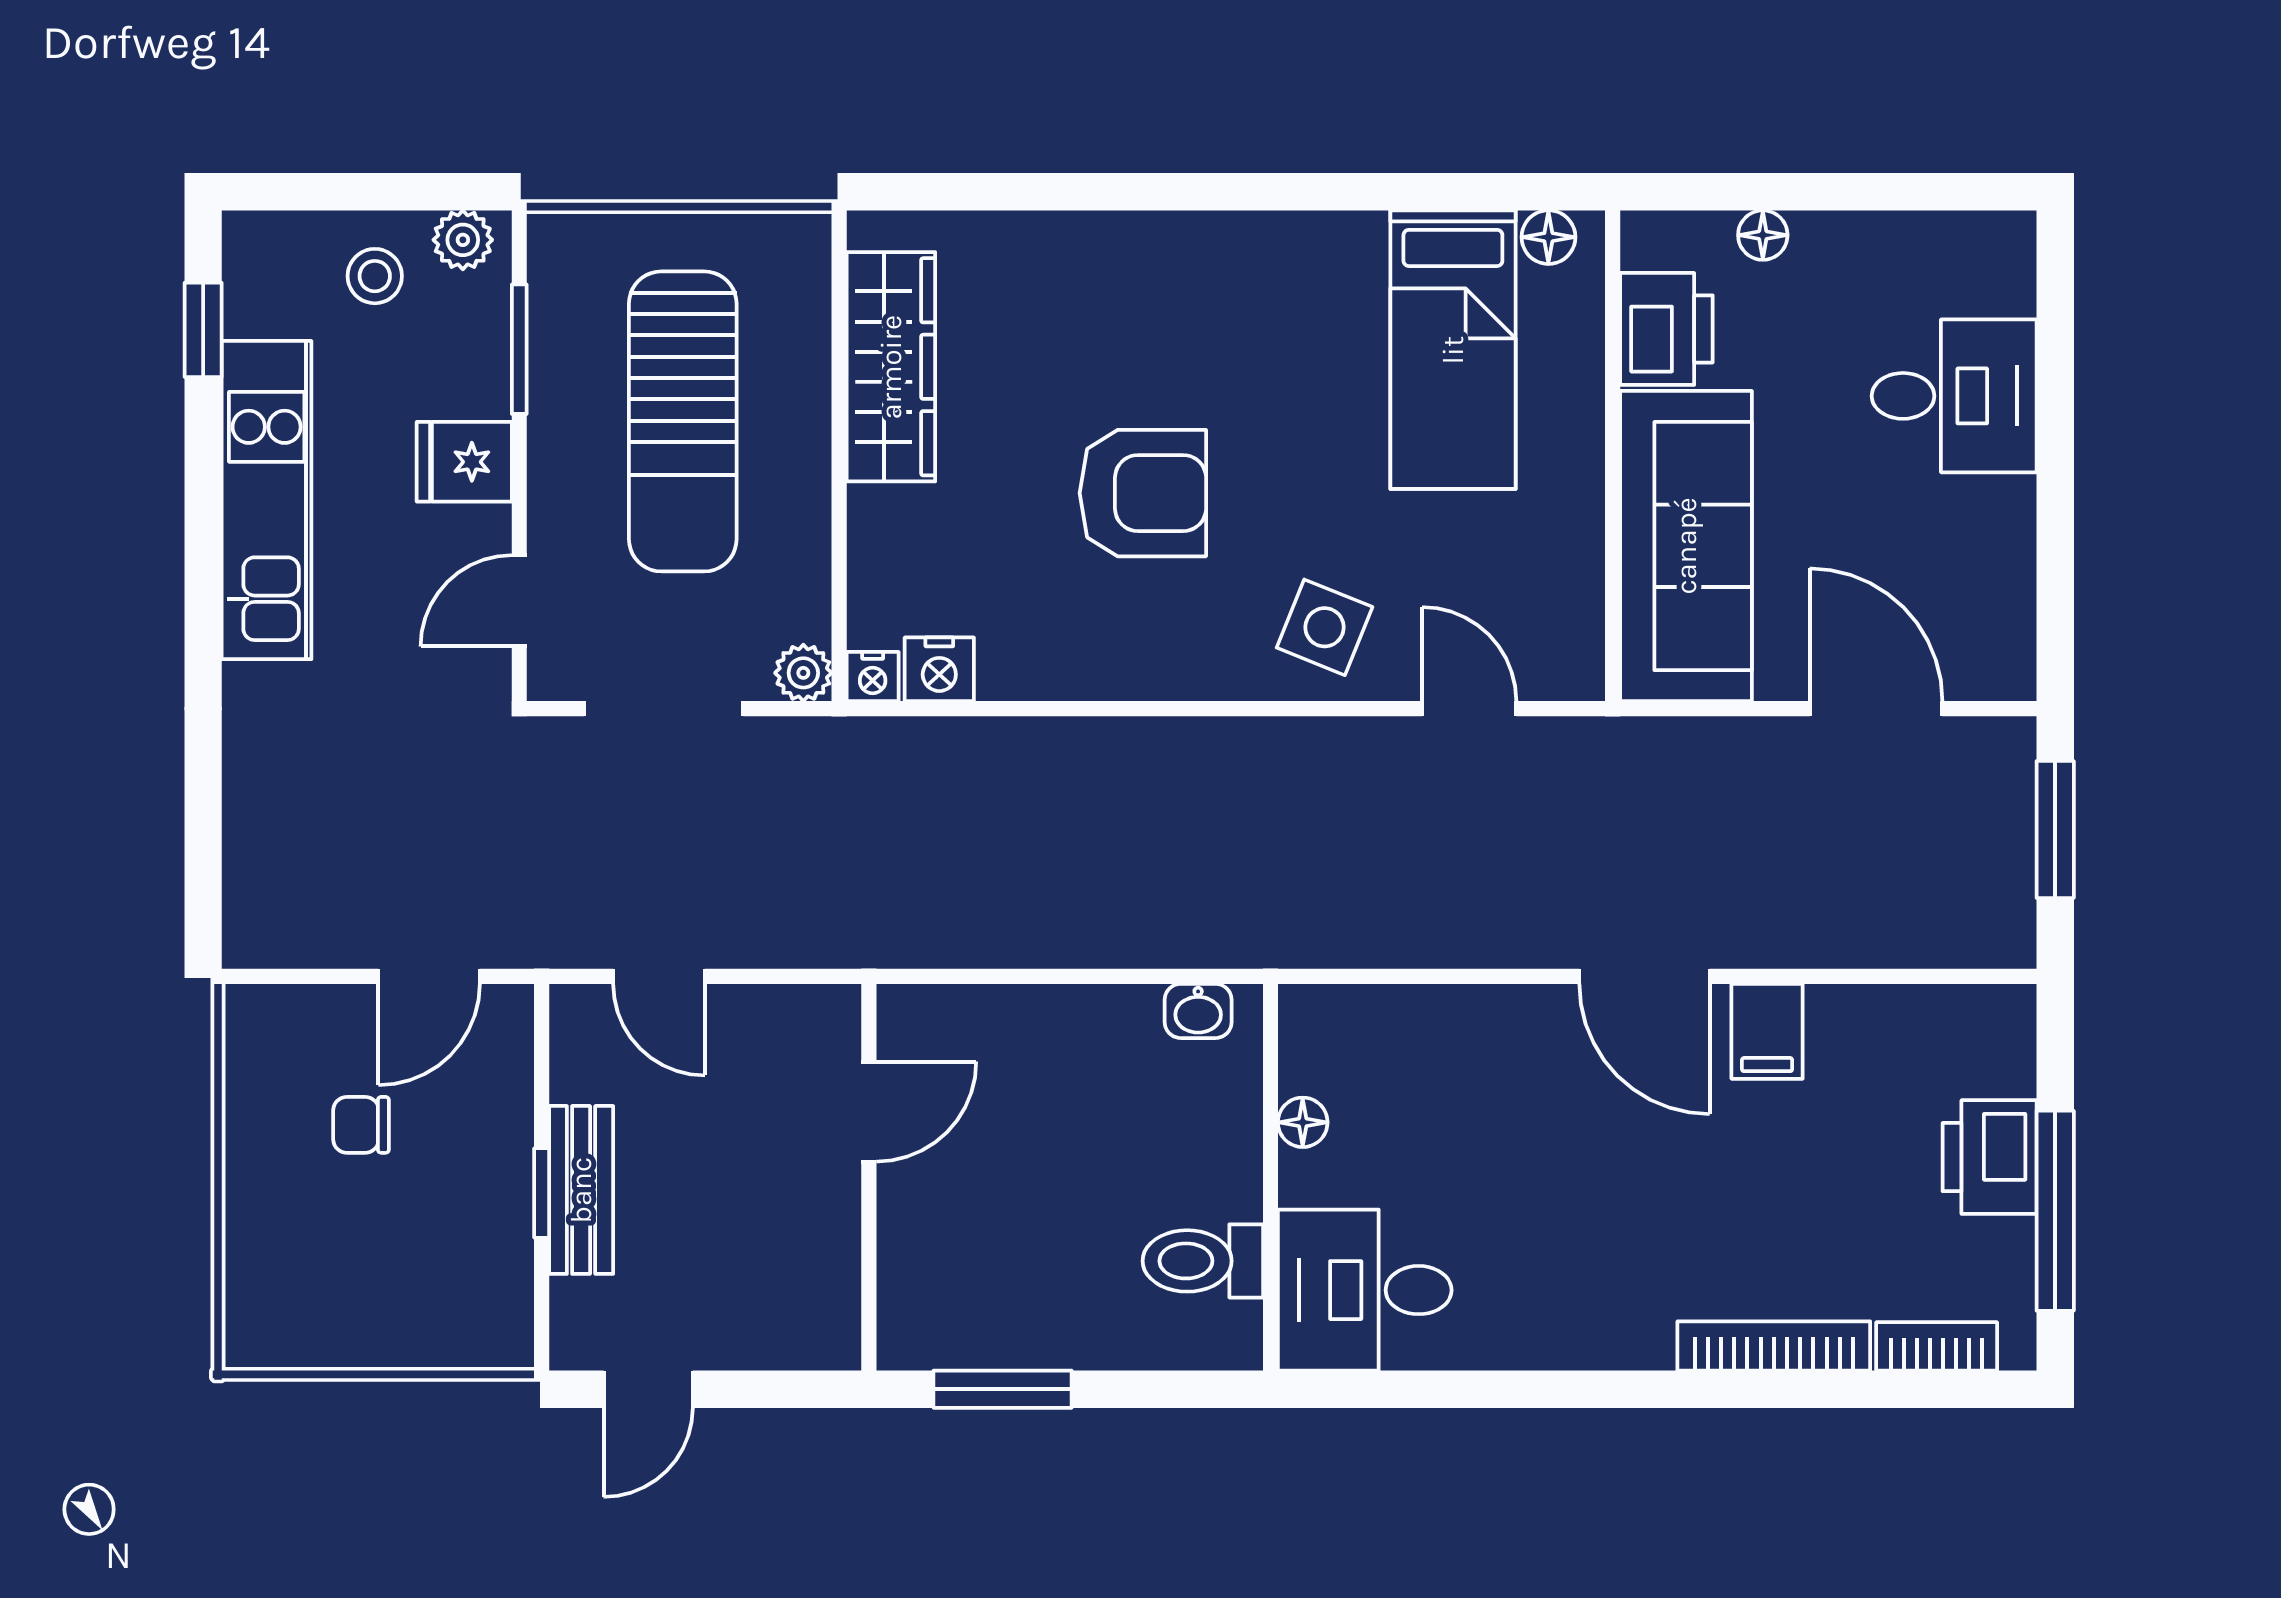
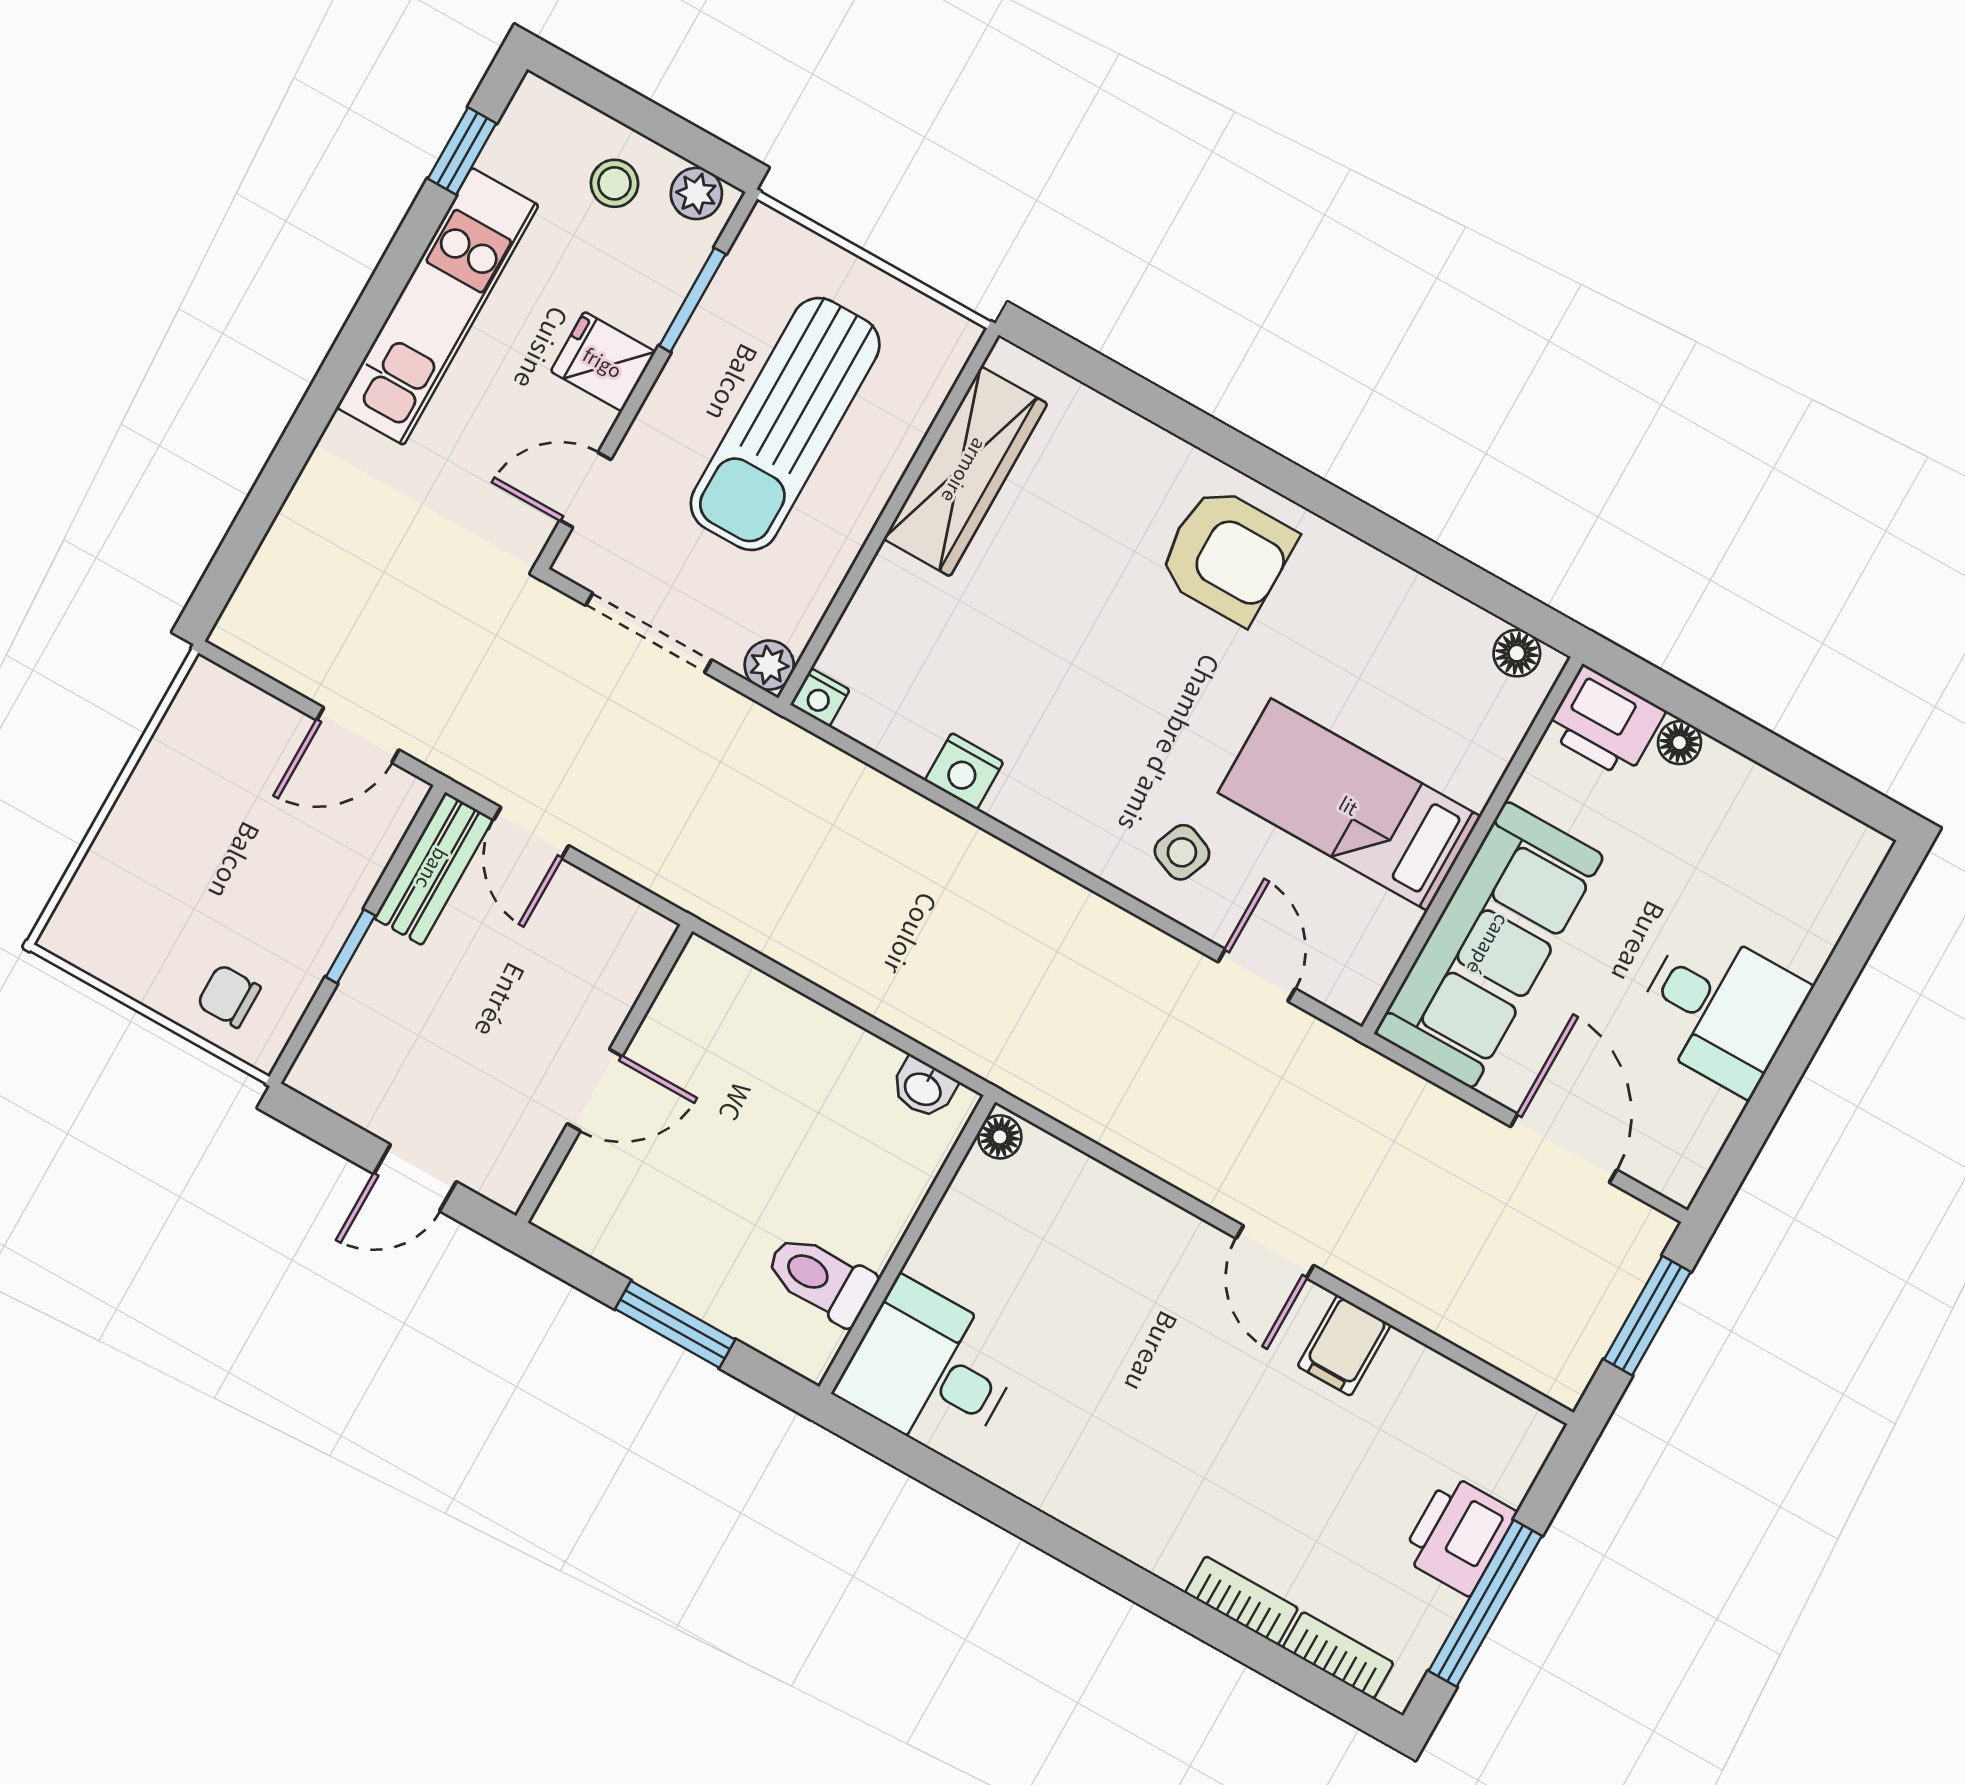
printer: (1666, 329) -> (1605, 722), moved, turned 90
bed: (1453, 350) -> (1349, 805), moved, turned 90
desk: (1954, 396) -> (1720, 1009), moved
armchair: (1143, 493) -> (1227, 555), moved
side table: (1325, 627) -> (1182, 852), width x0.73, depth x0.73
nightstand: (939, 669) -> (964, 771), moved
door: (1644, 976) -> (1275, 1252), width x0.73
door: (869, 1112) -> (595, 1090), moved
floor lamp: (1303, 1122) -> (1000, 1137), moved
chair: (361, 1125) -> (229, 996), moved
bench: (581, 1190) -> (433, 869), moved
bookcase: (1774, 1346) -> (1242, 1600), width x0.64
door: (648, 1389) -> (415, 1178), moved
window: (1003, 1389) -> (675, 1324), moved

